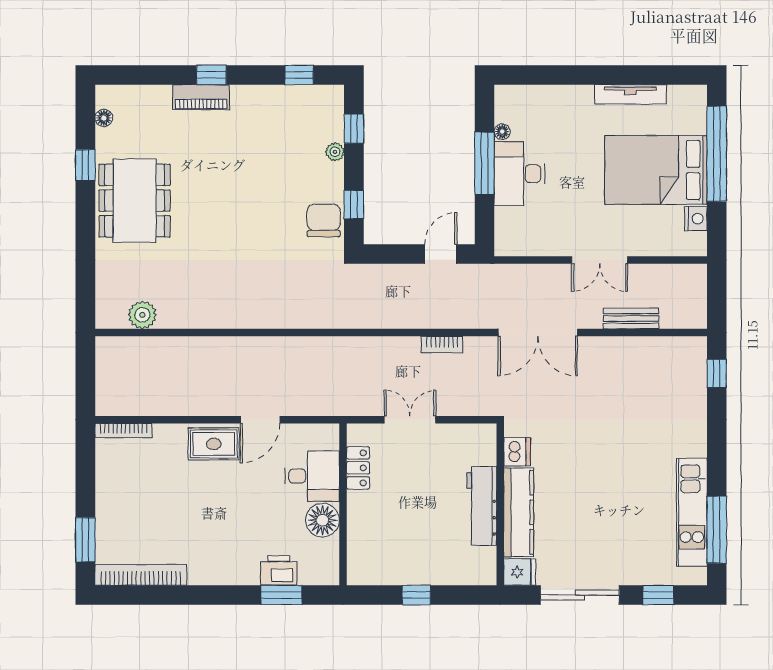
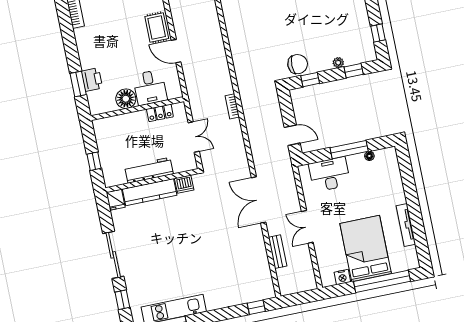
desk: (519, 174) -> (330, 174), moved
bookcase: (442, 344) -> (232, 106), moved
dishwasher: (517, 452) -> (184, 184), moved
wall: (500, 504) -> (152, 181), moved
workbench: (482, 506) -> (149, 170), moved
kitchen counter: (519, 512) -> (150, 192), moved
fridge: (520, 572) -> (116, 200), moved

